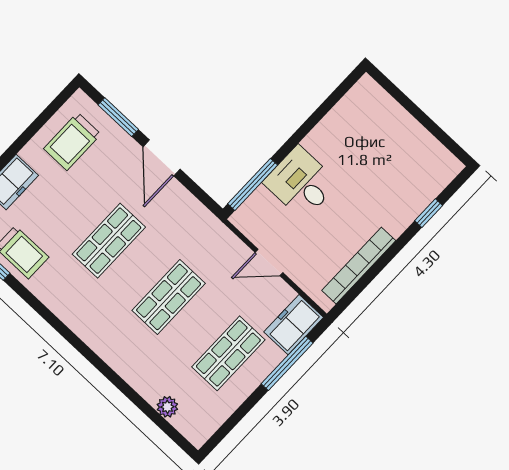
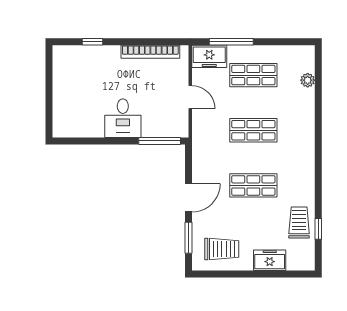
desk: (301, 183) -> (123, 118), moved

